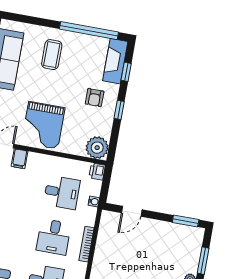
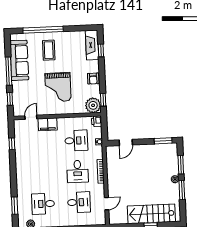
window: (89, 31) -> (43, 30), moved
armchair: (95, 98) -> (93, 79), moved
window: (119, 110) -> (103, 100), moved
grand piano: (43, 125) -> (58, 87), moved
filing cabinet: (20, 159) -> (48, 124), width x2.00

